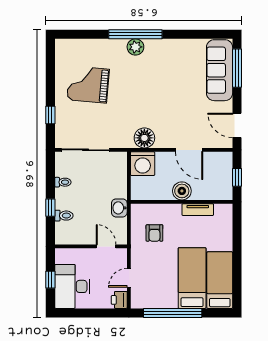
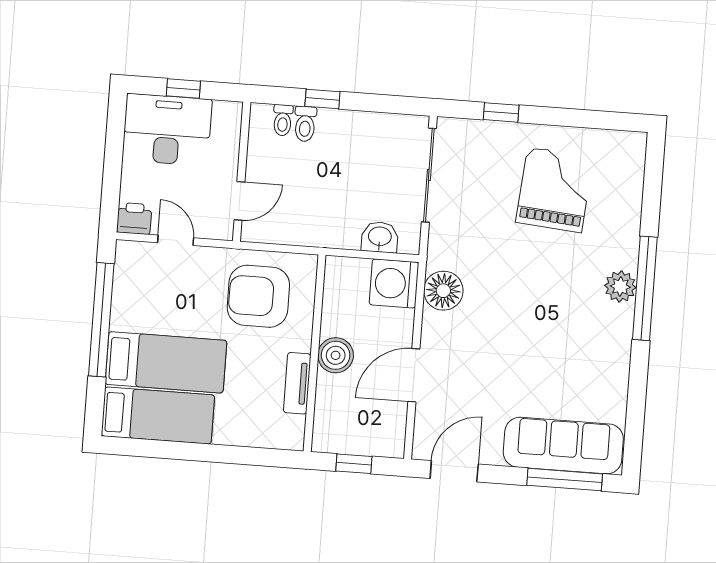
toilet: (63, 182) -> (283, 120), moved
washbasin: (119, 208) -> (380, 237), moved
armchair: (154, 233) -> (258, 296), width x1.88, depth x1.88

